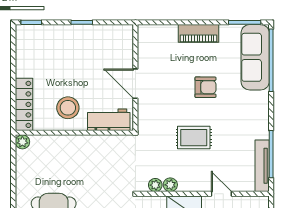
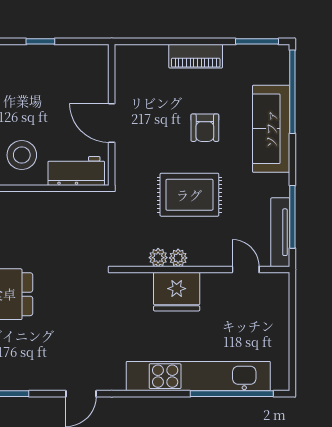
sofa: (255, 57) -> (271, 129), moved
armchair: (205, 87) -> (205, 128), turned 90
rug: (194, 138) -> (189, 195), width x1.36, depth x1.43
plant: (155, 185) -> (178, 258), moved
door: (221, 194) -> (246, 270), moved

